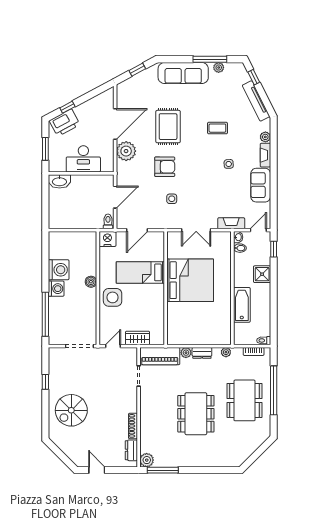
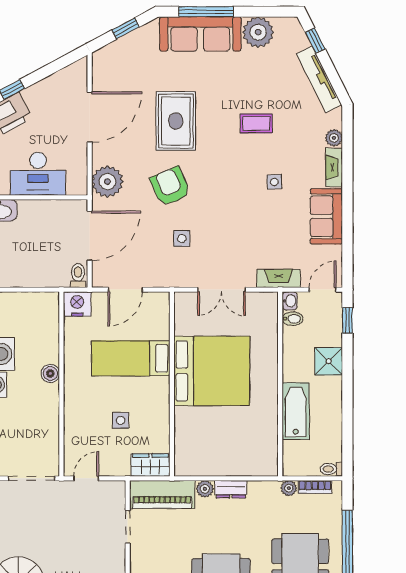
window: (210, 59) -> (206, 12), moved
plant: (219, 67) -> (258, 32), width x1.87, depth x1.87
plant: (126, 151) -> (107, 182), moved
armchair: (165, 167) -> (170, 186), turned -114
door: (115, 197) -> (90, 236), width x1.36
side table: (113, 297) -> (121, 420), moved, width x0.54, depth x0.54
wardrobe: (138, 338) -> (150, 465), moved
plant: (226, 352) -> (289, 488), moved

